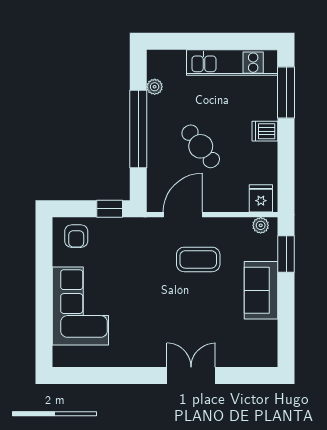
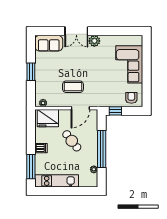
fridge: (261, 198) -> (48, 118), width x1.88, depth x1.34
window: (286, 254) -> (31, 72), moved
sofa: (261, 290) -> (49, 43), moved, turned 90
plant: (153, 355) -> (94, 41), added

